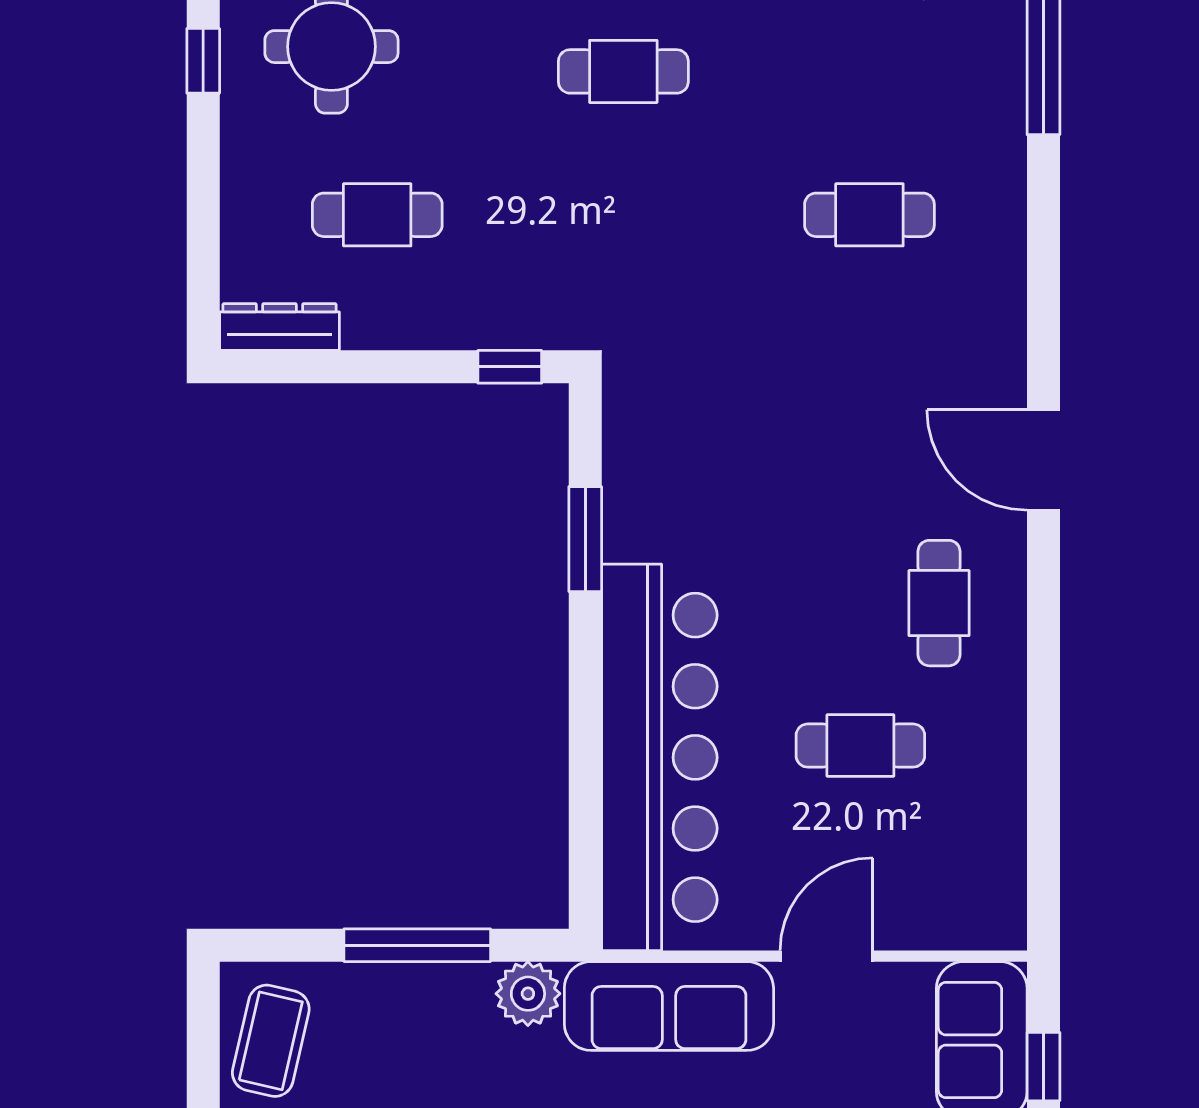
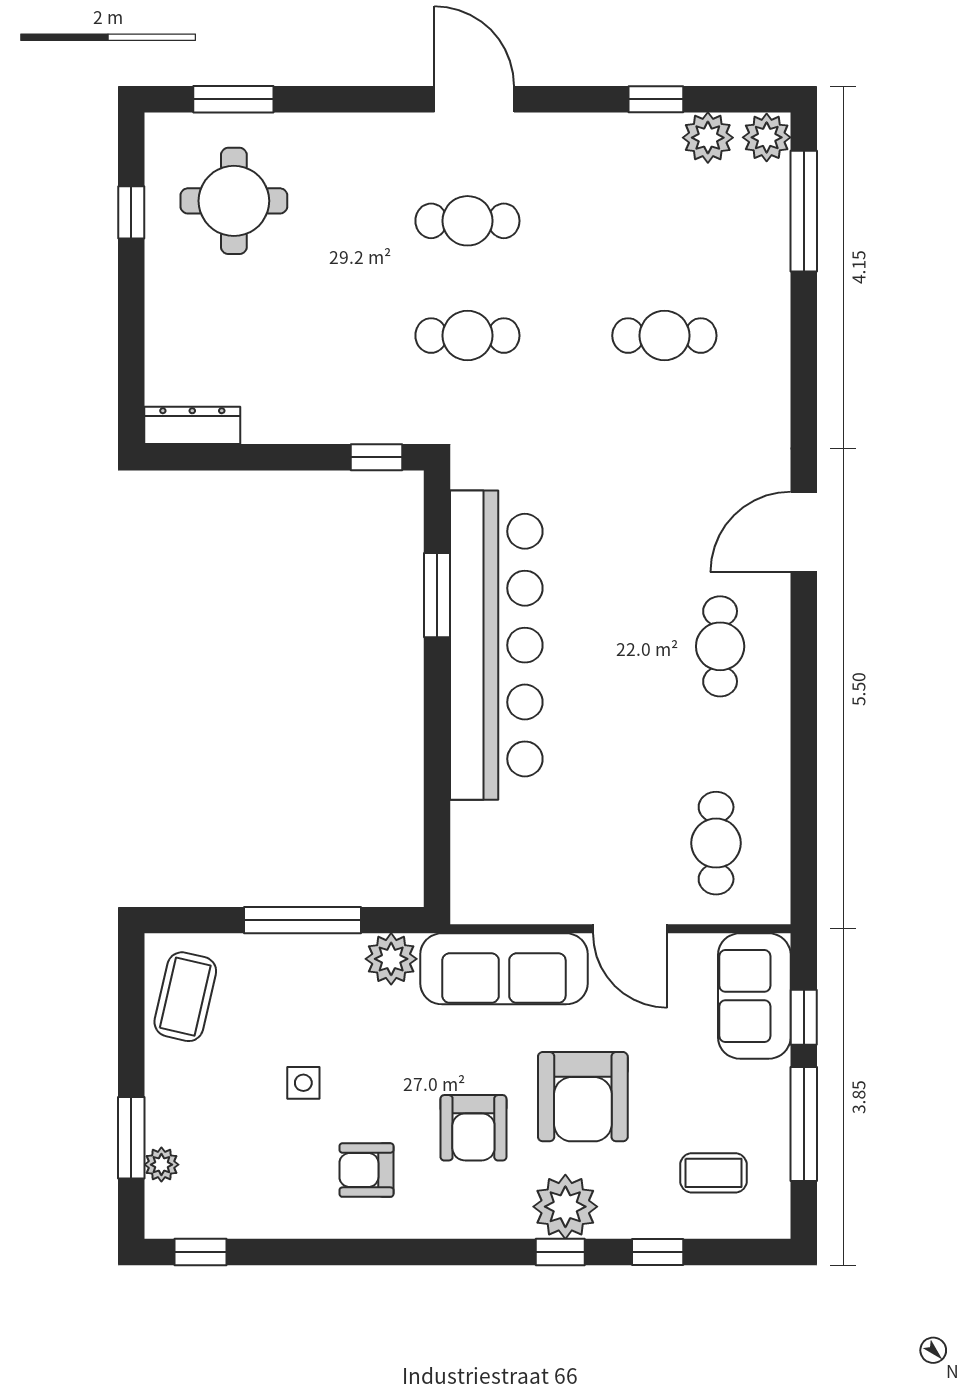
cafe table: (377, 215) -> (467, 336), moved
door: (1043, 460) -> (804, 532), hinge flipped
cafe table: (860, 746) -> (716, 843), moved, turned 90
bar counter: (659, 757) -> (496, 645), moved
door: (826, 956) -> (630, 929), swing flipped

